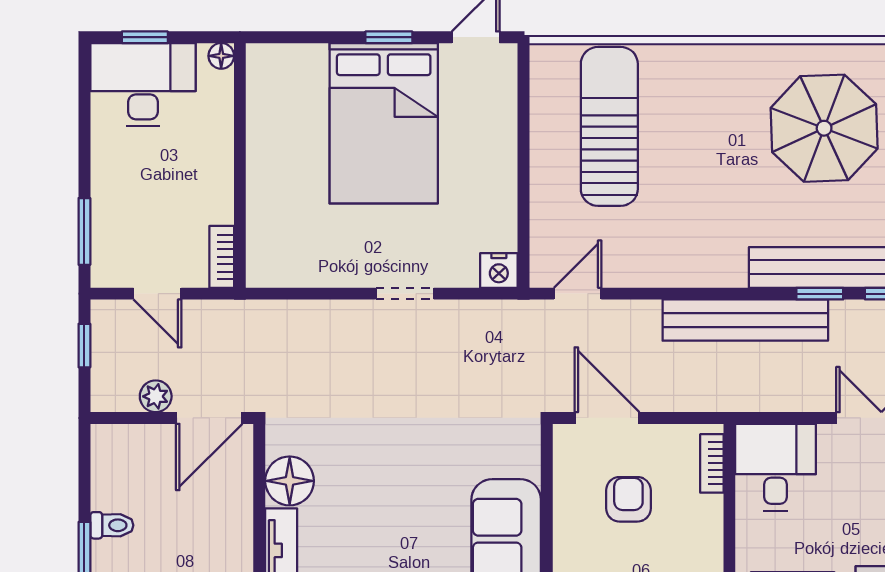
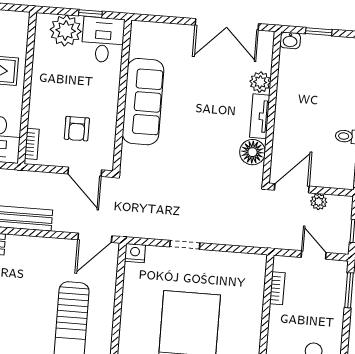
bookcase: (222, 257) -> (277, 288), moved
door: (578, 294) -> (95, 238), width x1.38

